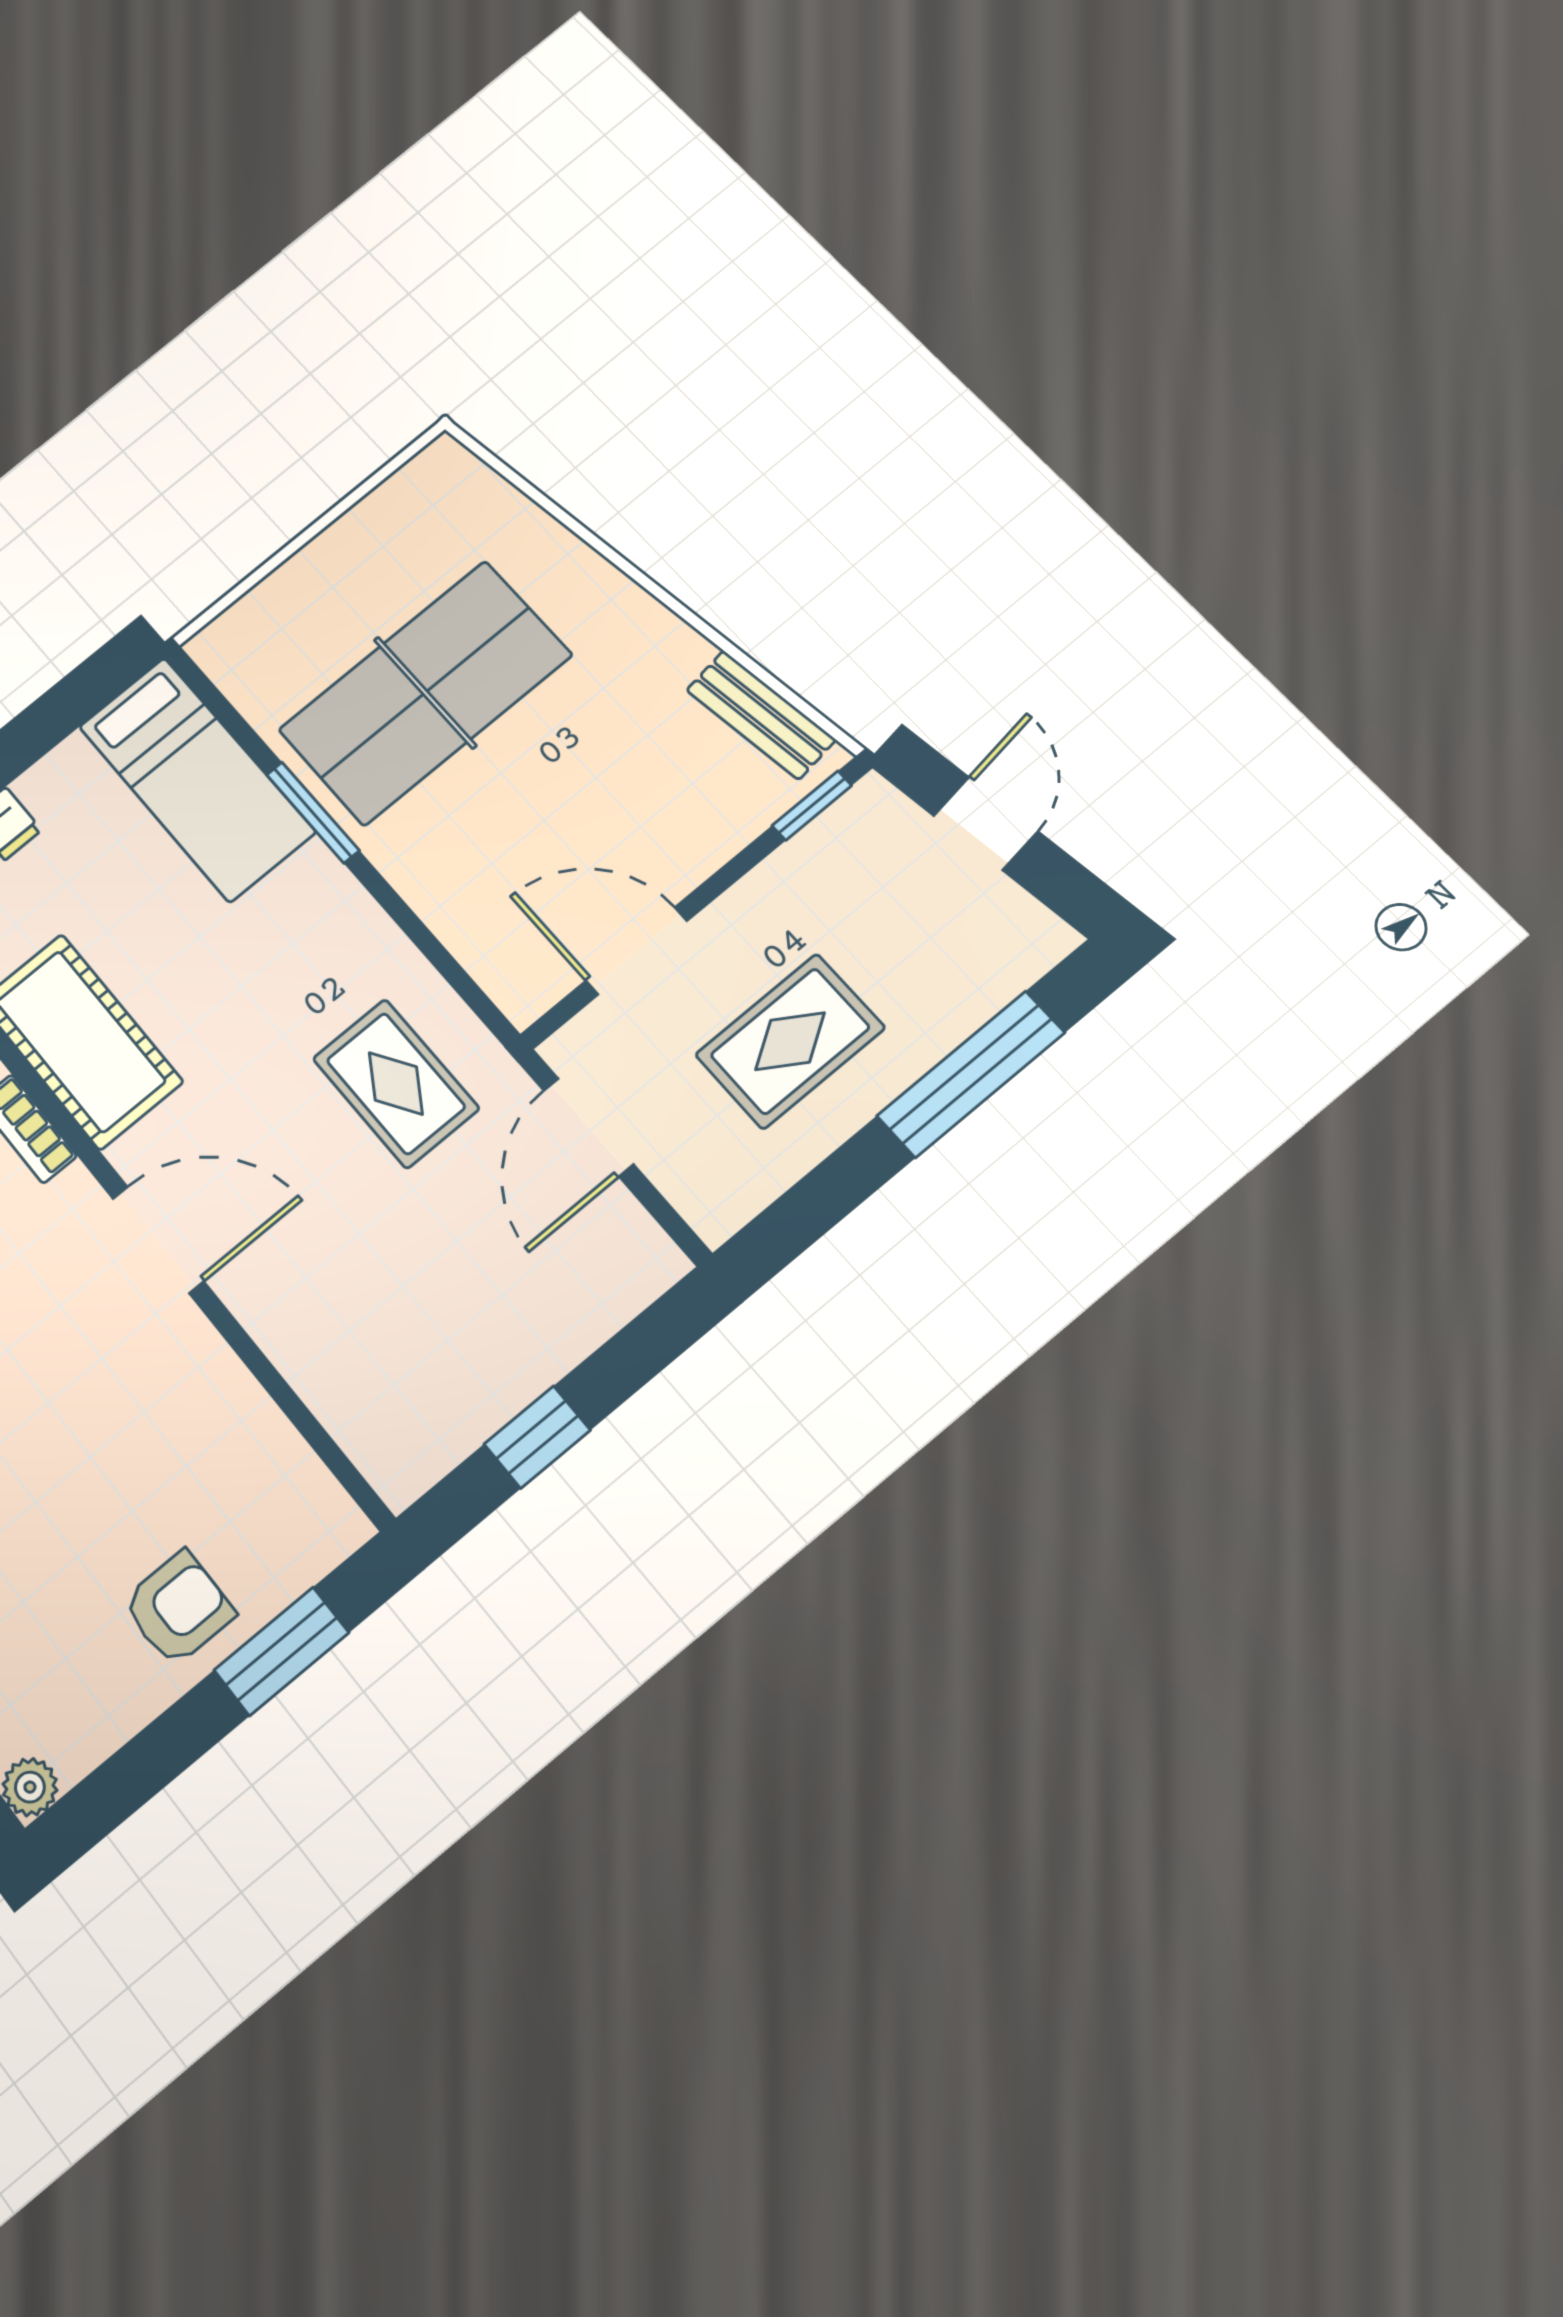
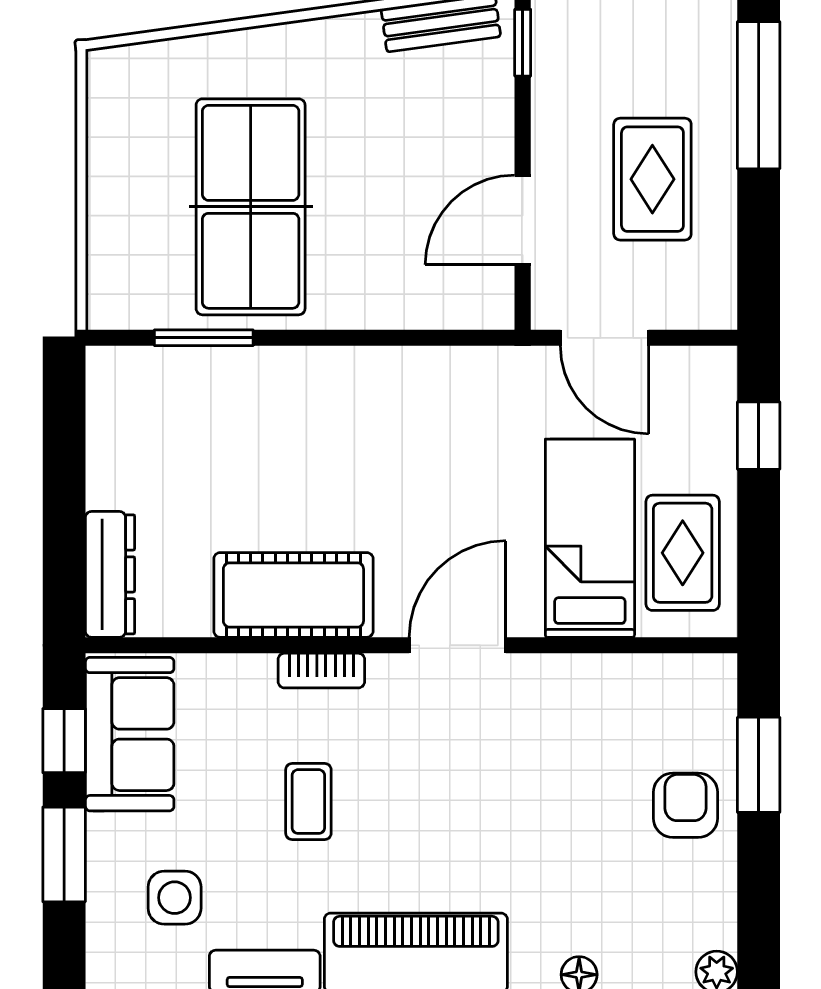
bed: (197, 779) -> (590, 538), moved, turned -90
window: (313, 812) -> (204, 338), moved
rug: (396, 1084) -> (683, 553), moved, turned 90
window: (537, 1437) -> (759, 436), moved

